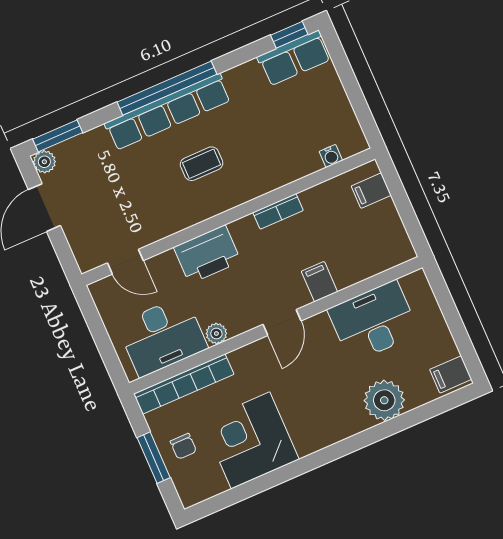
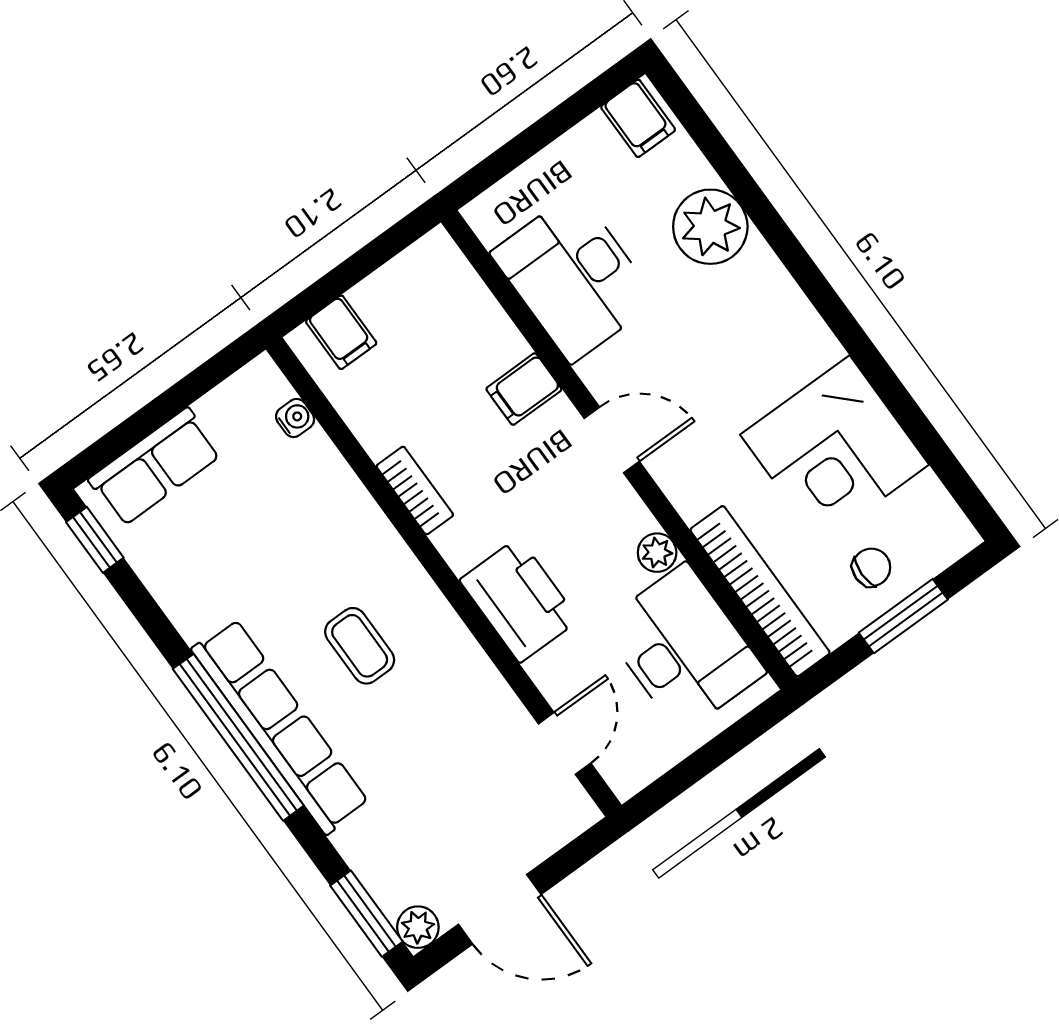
row of seats: (294, 58) -> (155, 467), moved, turned 90

